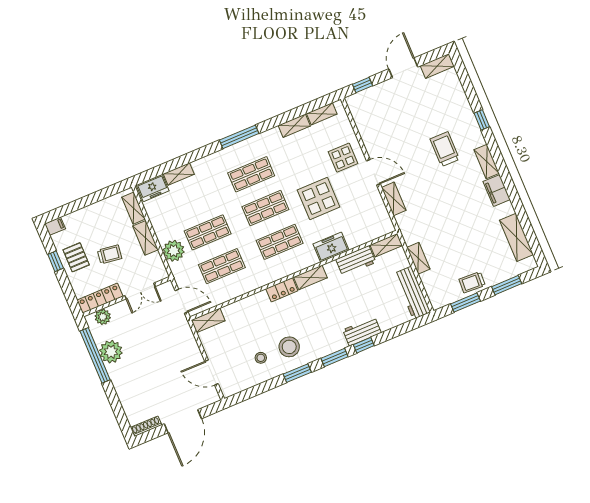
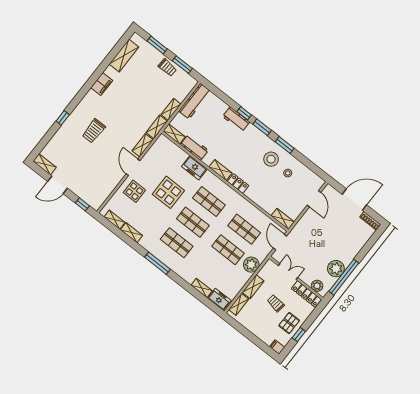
shelving: (487, 161) -> (157, 127), moved

